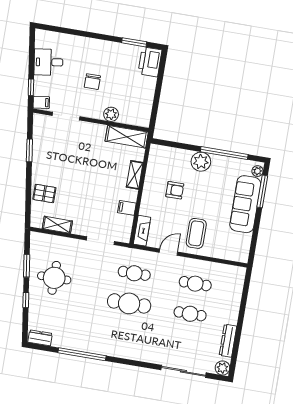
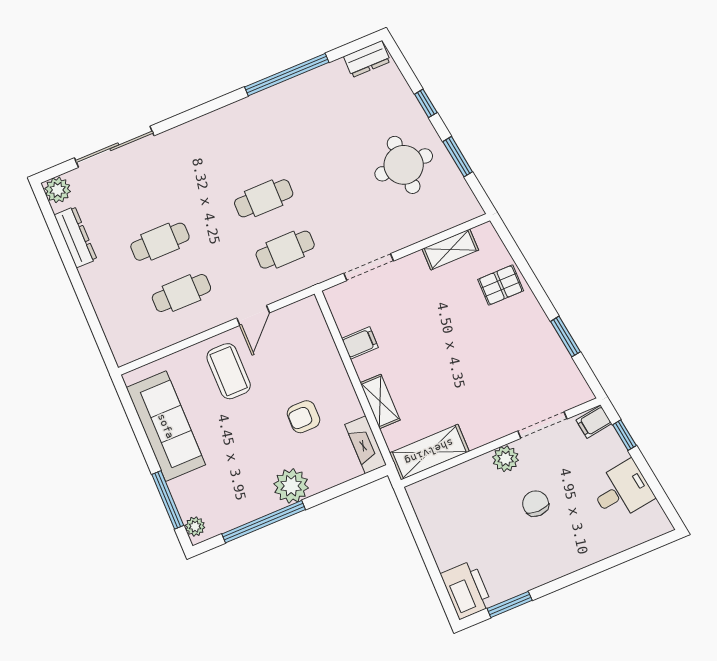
plant: (111, 114) -> (506, 459), moved
sofa: (245, 204) -> (166, 426), moved
fireplace: (142, 231) -> (366, 445), moved
cafe table: (129, 303) -> (264, 198), width x0.73, depth x0.74

